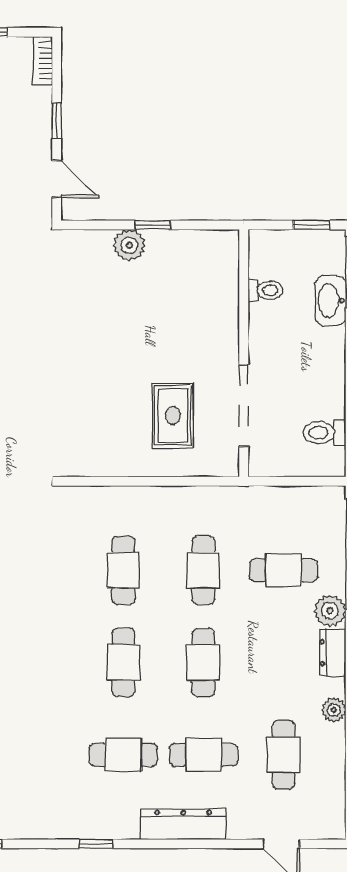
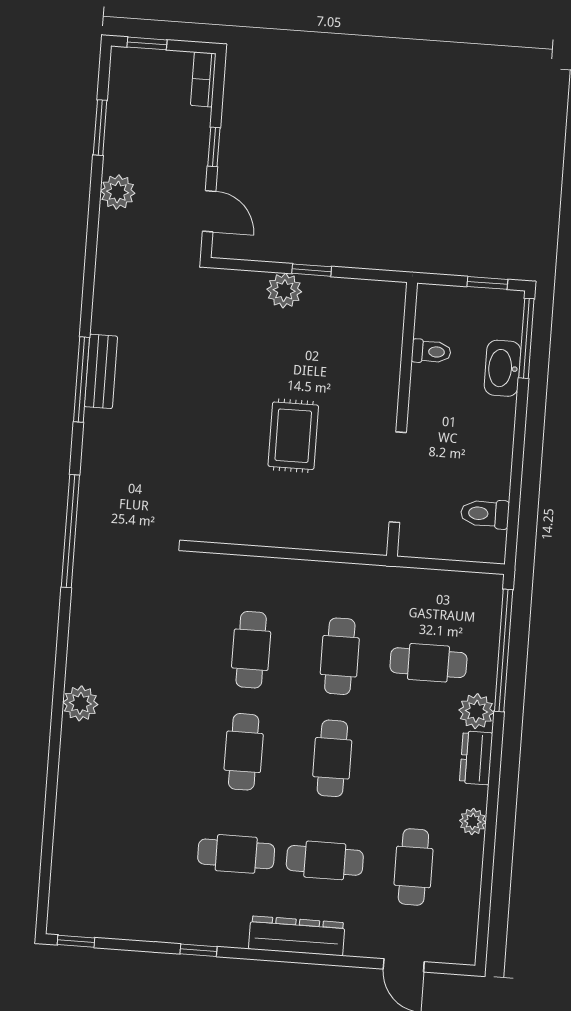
rug: (173, 415) -> (293, 436), moved

